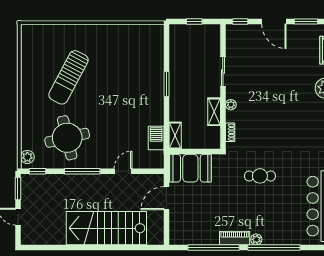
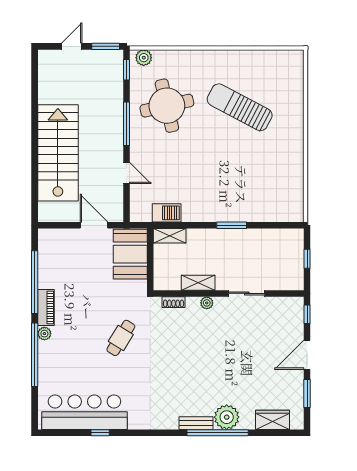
cafe table: (260, 176) -> (121, 338), turned 32

